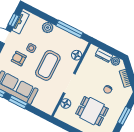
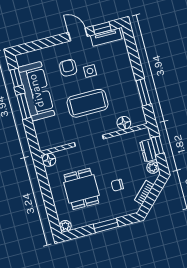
plant: (48, 28) -> (125, 69), removed
window: (69, 29) -> (143, 92), width x0.69
window: (106, 48) -> (157, 145), added
floor lamp: (66, 103) -> (49, 160), moved

